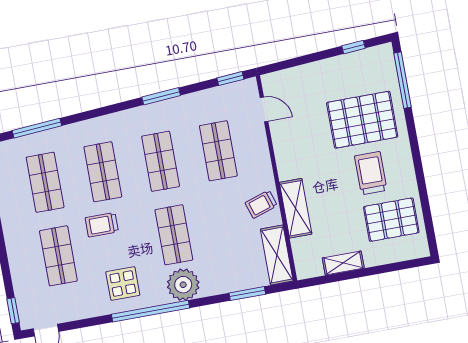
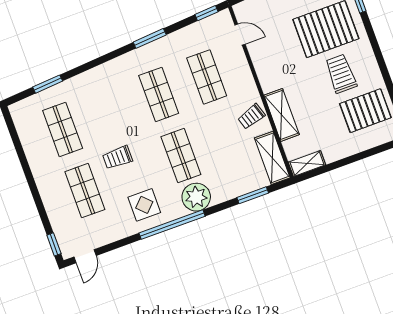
window: (37, 128) -> (48, 84), width x0.69
shop shelf: (103, 172) -> (111, 112), removed
shelving: (343, 263) -> (307, 164), moved

